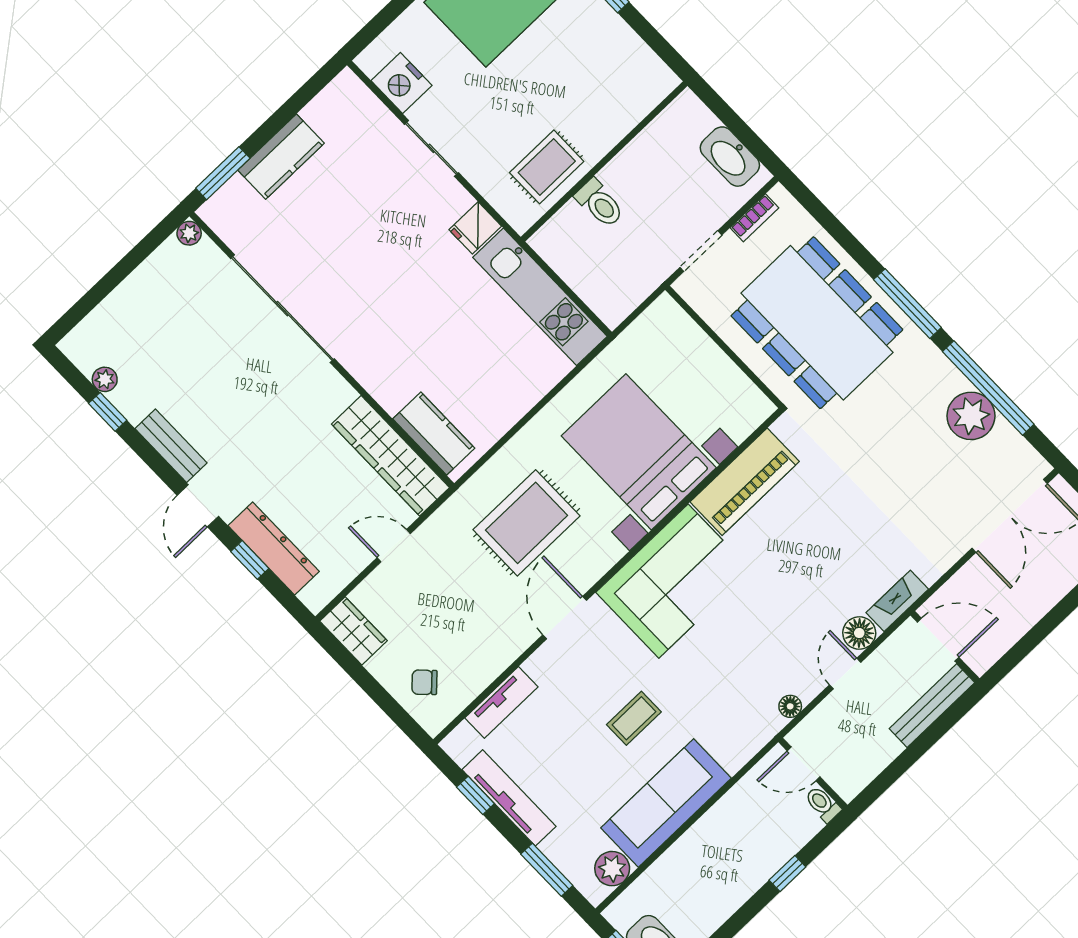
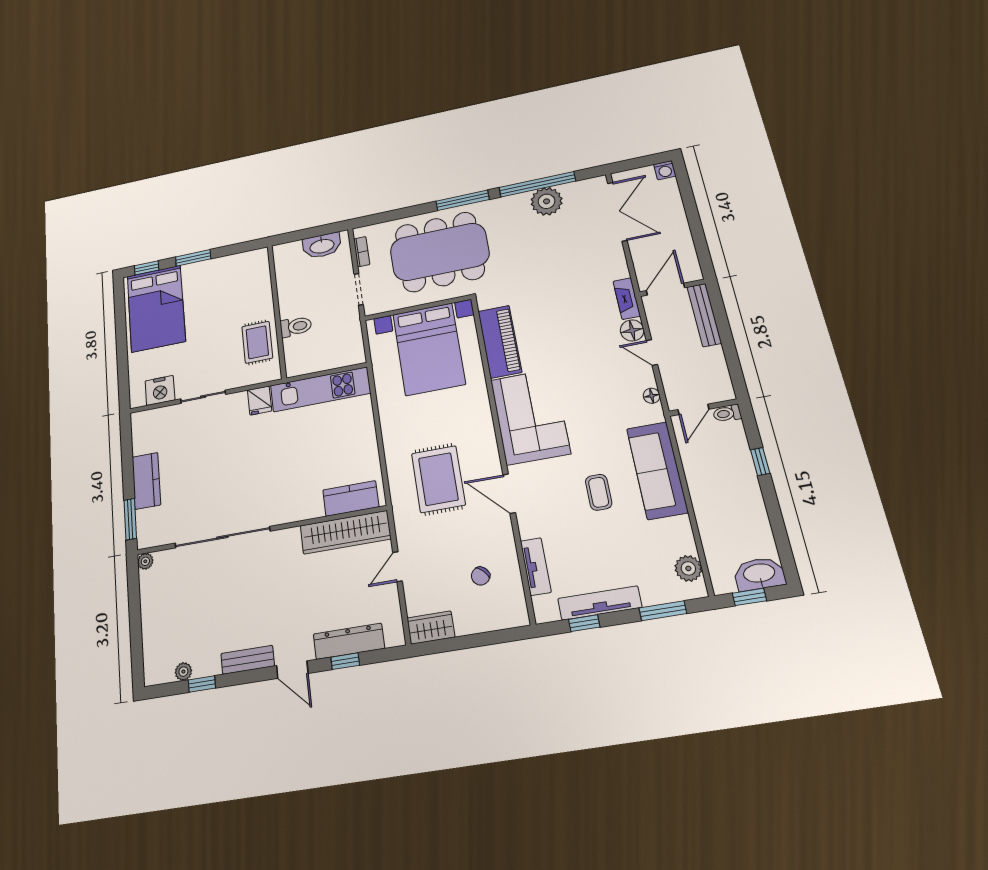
bed with nightstands: (639, 452) -> (429, 349), moved, turned -90
chair: (424, 682) -> (481, 576), moved
sofa: (666, 803) -> (657, 470), moved

